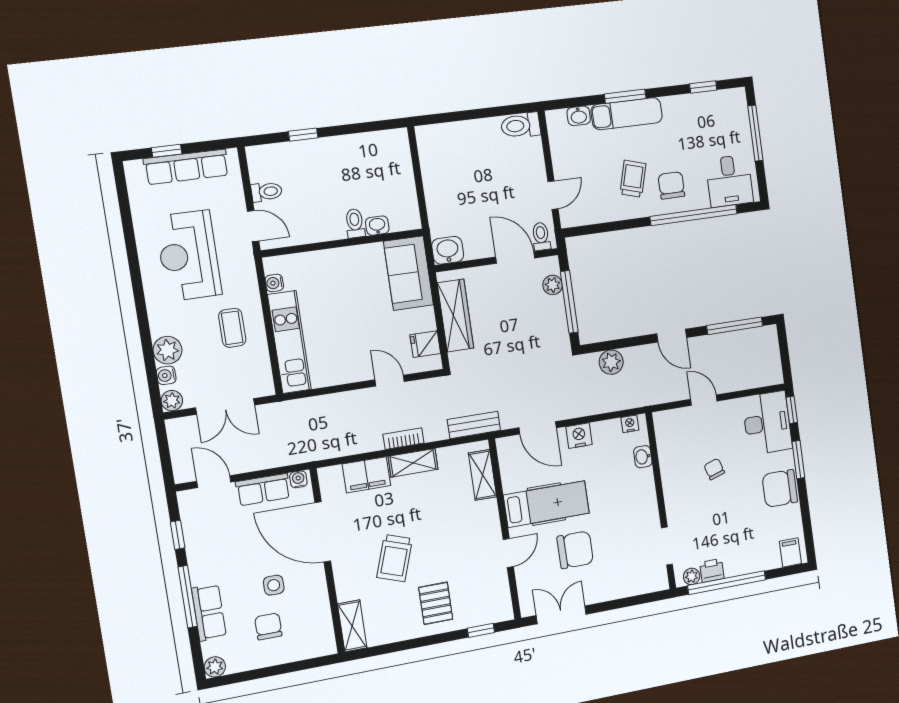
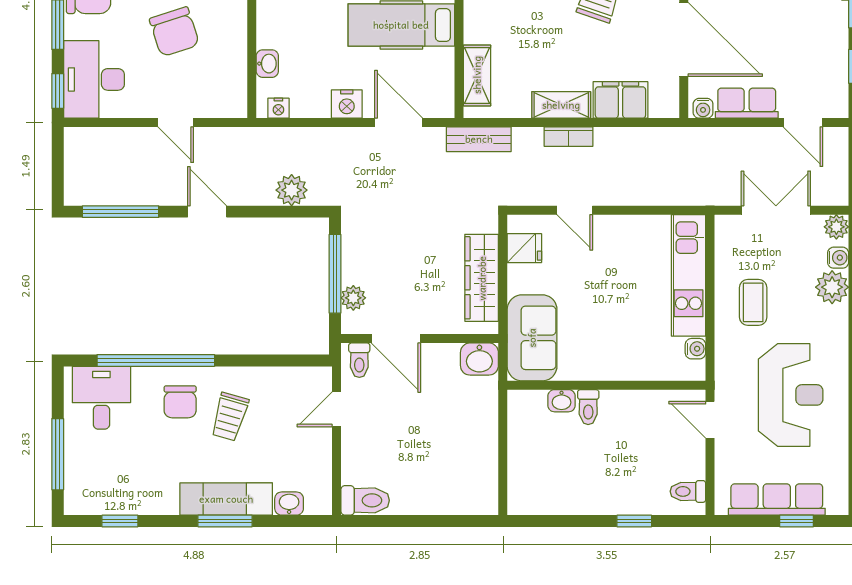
toilet: (267, 192) -> (688, 491), moved
chair: (714, 469) -> (174, 32), width x1.87, depth x1.87

